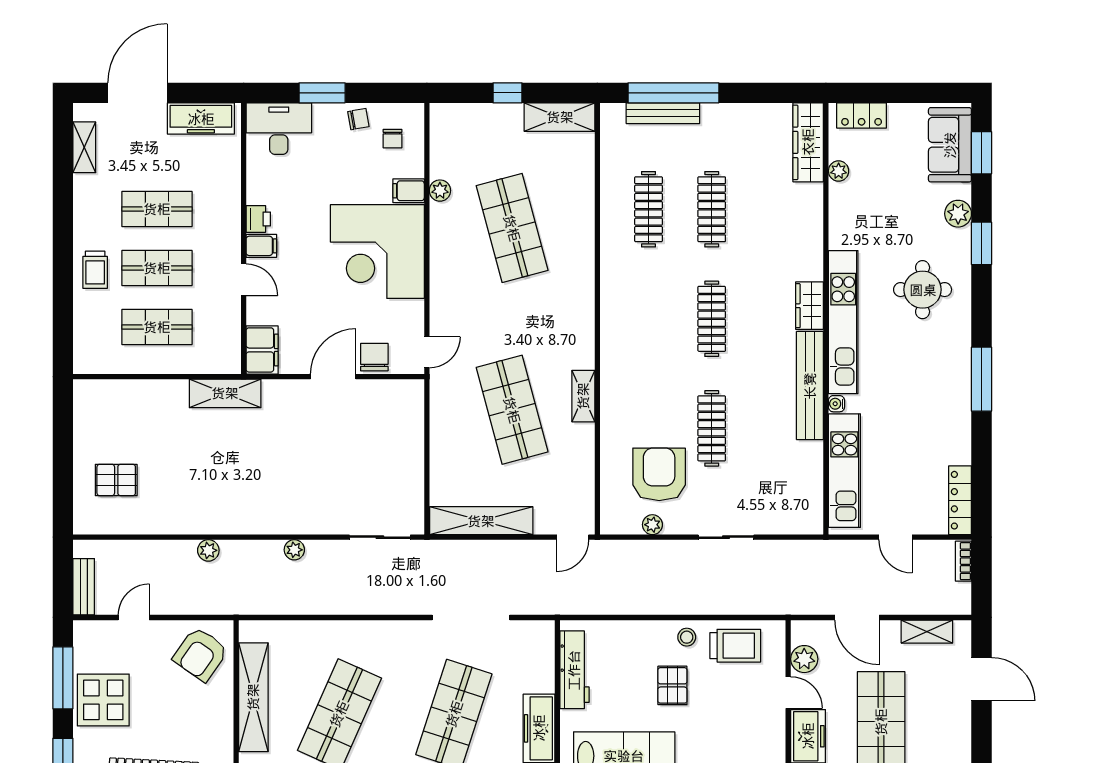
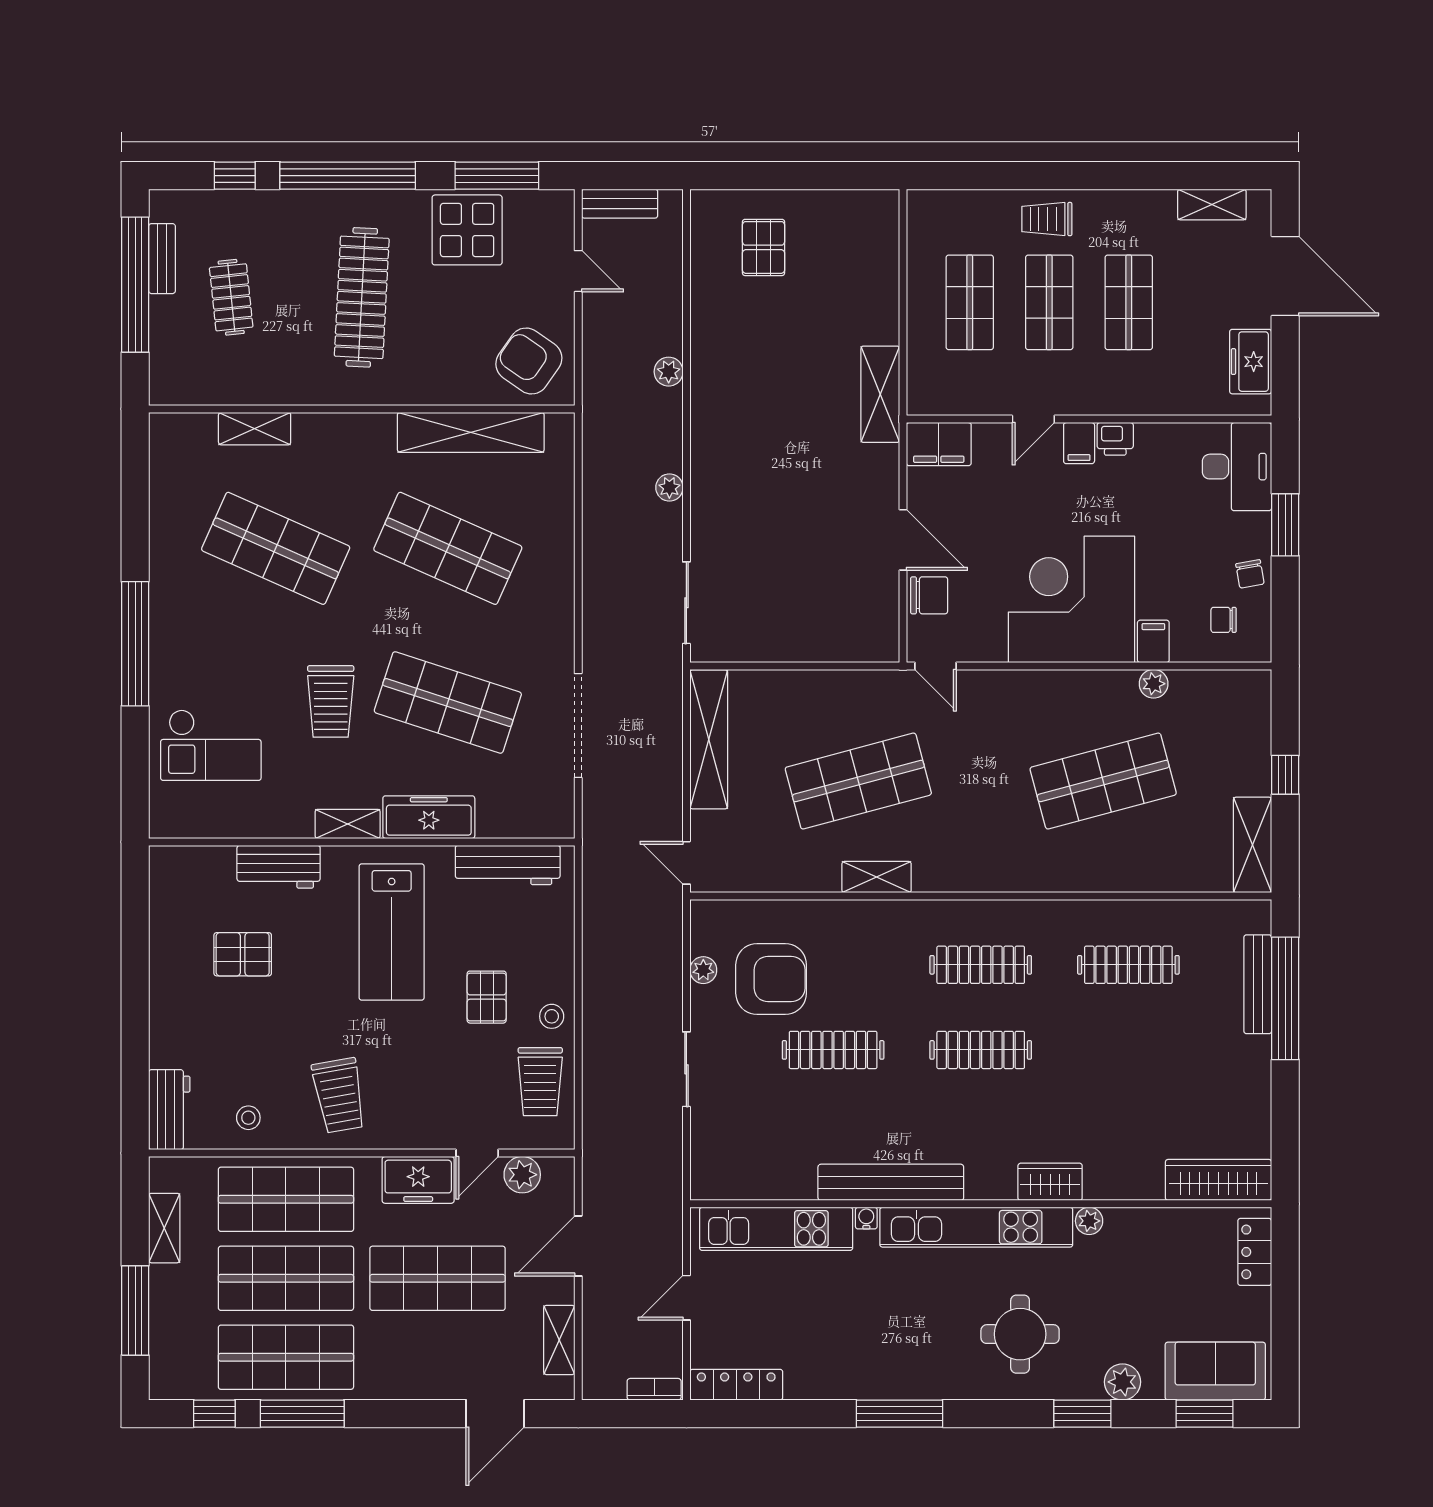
freezer: (201, 119) -> (1251, 362), width x0.71
plant: (839, 171) -> (1089, 1221), moved
clothes rail: (712, 209) -> (981, 965), moved
wardrobe: (810, 306) -> (1050, 1182), moved
pallet: (672, 685) -> (487, 997), turned 90

